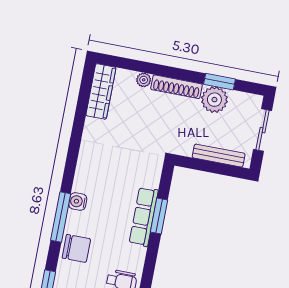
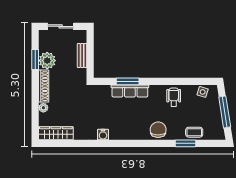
bench: (219, 156) -> (82, 55), width x0.73
water cooler: (78, 201) -> (103, 135), moved
window: (61, 217) -> (140, 143), removed

